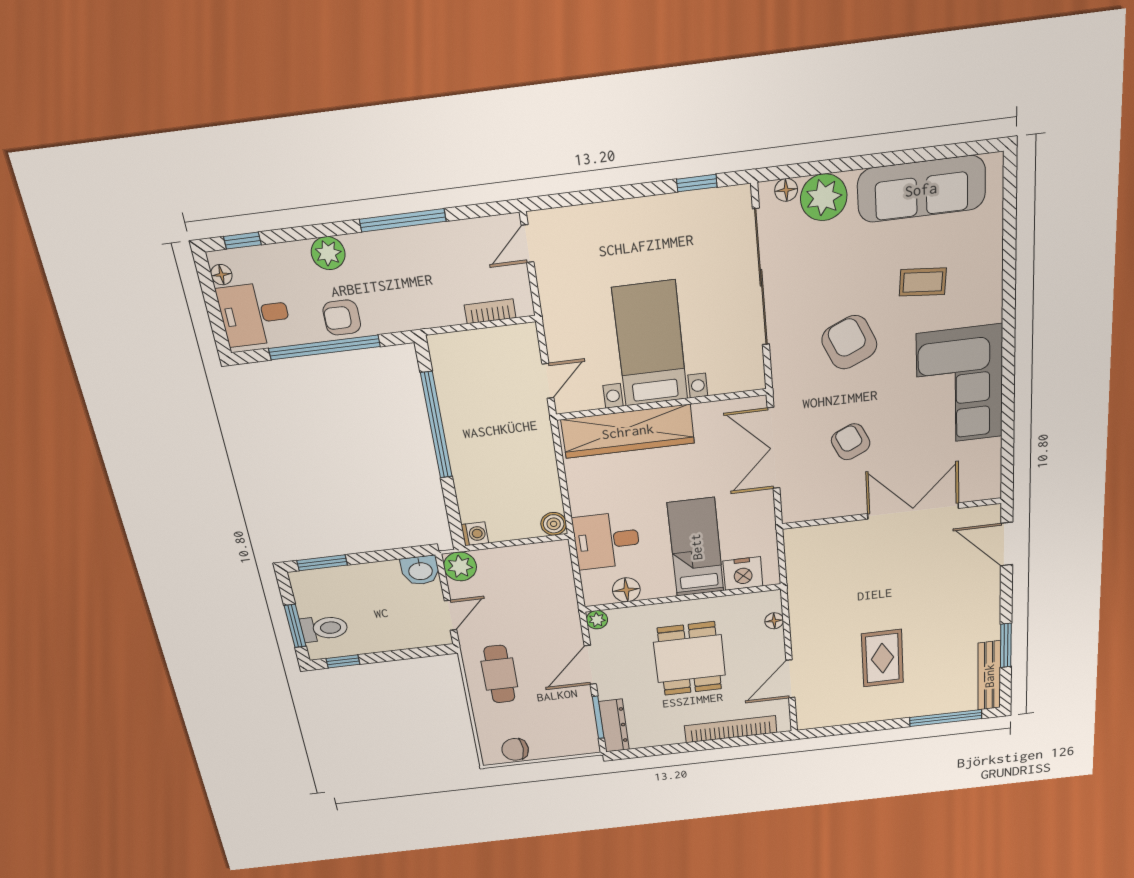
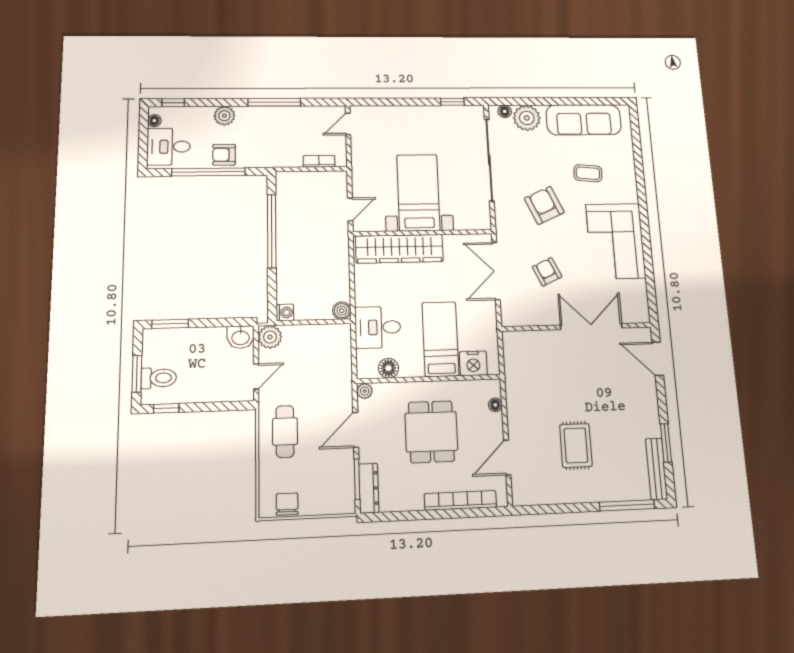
chair: (515, 749) -> (287, 504), turned 90

